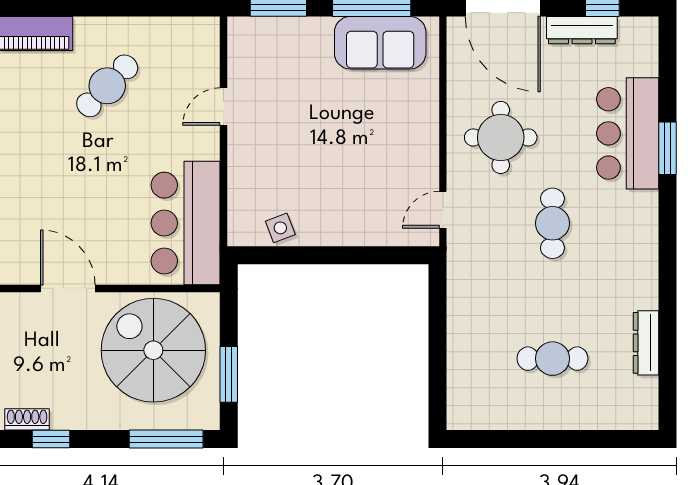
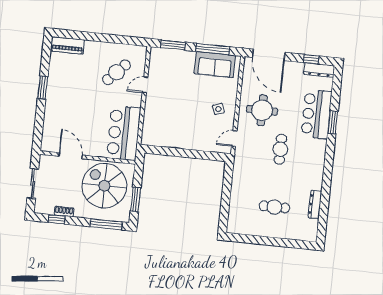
dresser: (582, 30) -> (319, 70), moved
cafe table: (107, 86) -> (117, 72), moved
side table: (280, 228) -> (218, 109), moved
shoe rack: (27, 419) -> (64, 211), moved

